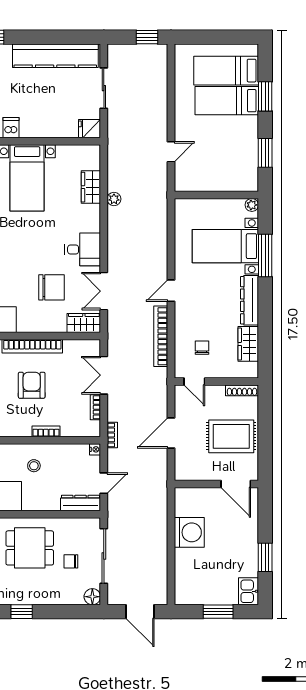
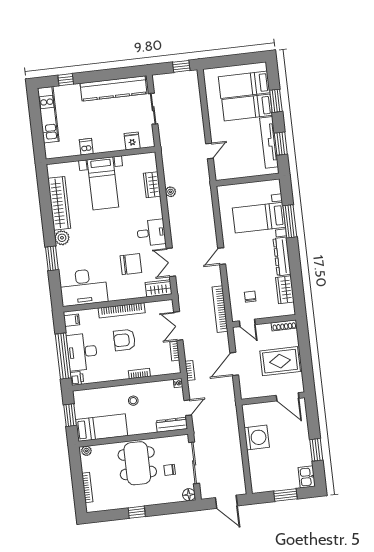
fridge: (90, 129) -> (132, 141), moved, turned 90
tv unit: (250, 150) -> (269, 142), added
plant: (252, 205) -> (275, 184), removed
bookcase: (161, 336) -> (220, 309), moved
armchair: (32, 385) -> (124, 340), turned -90
dining table: (30, 548) -> (137, 463), width x1.37

